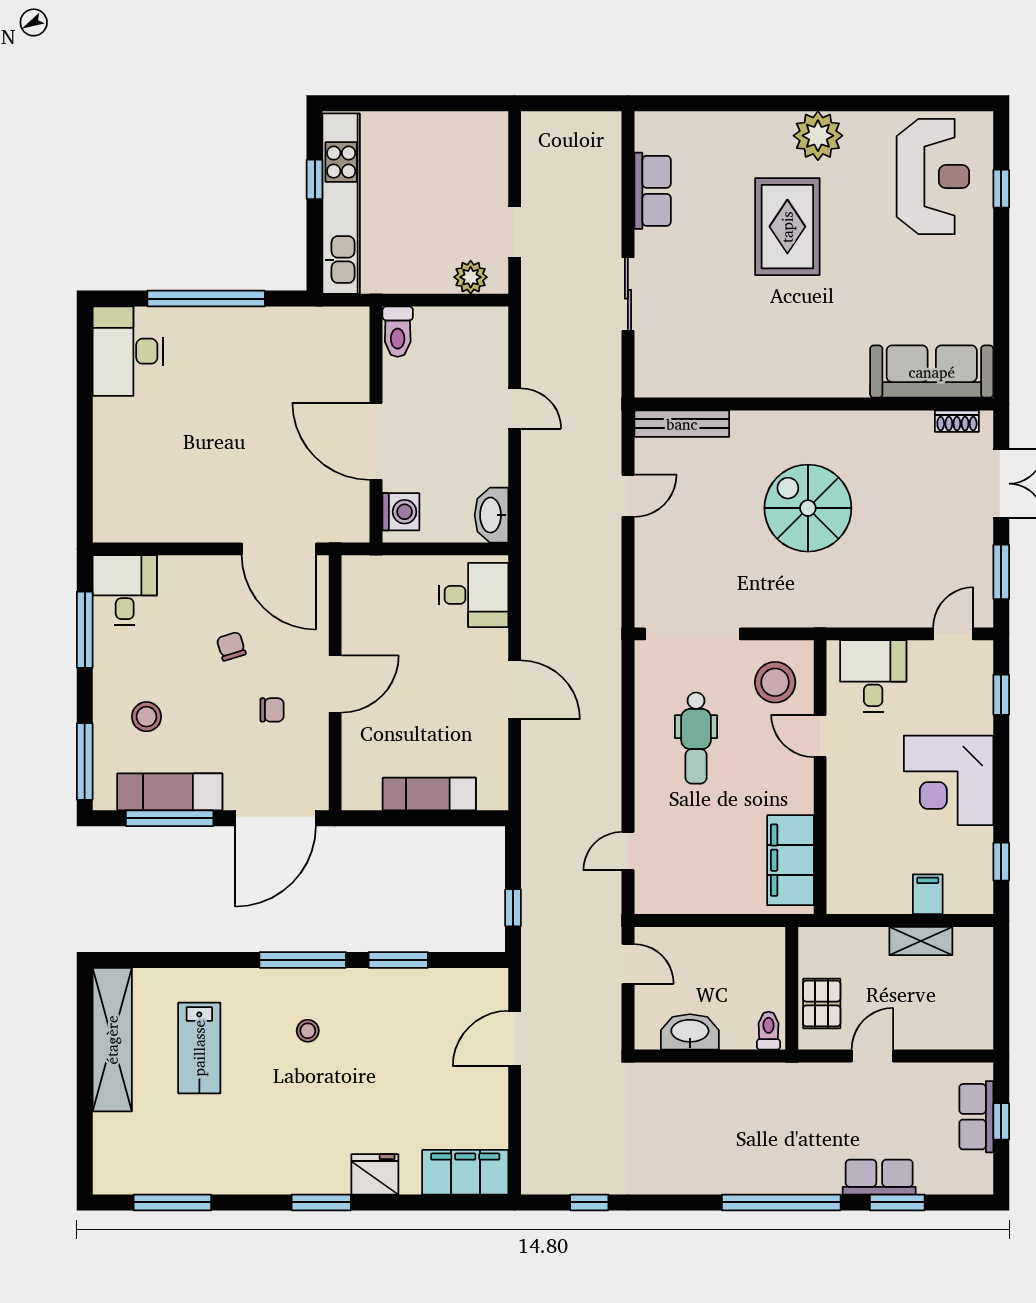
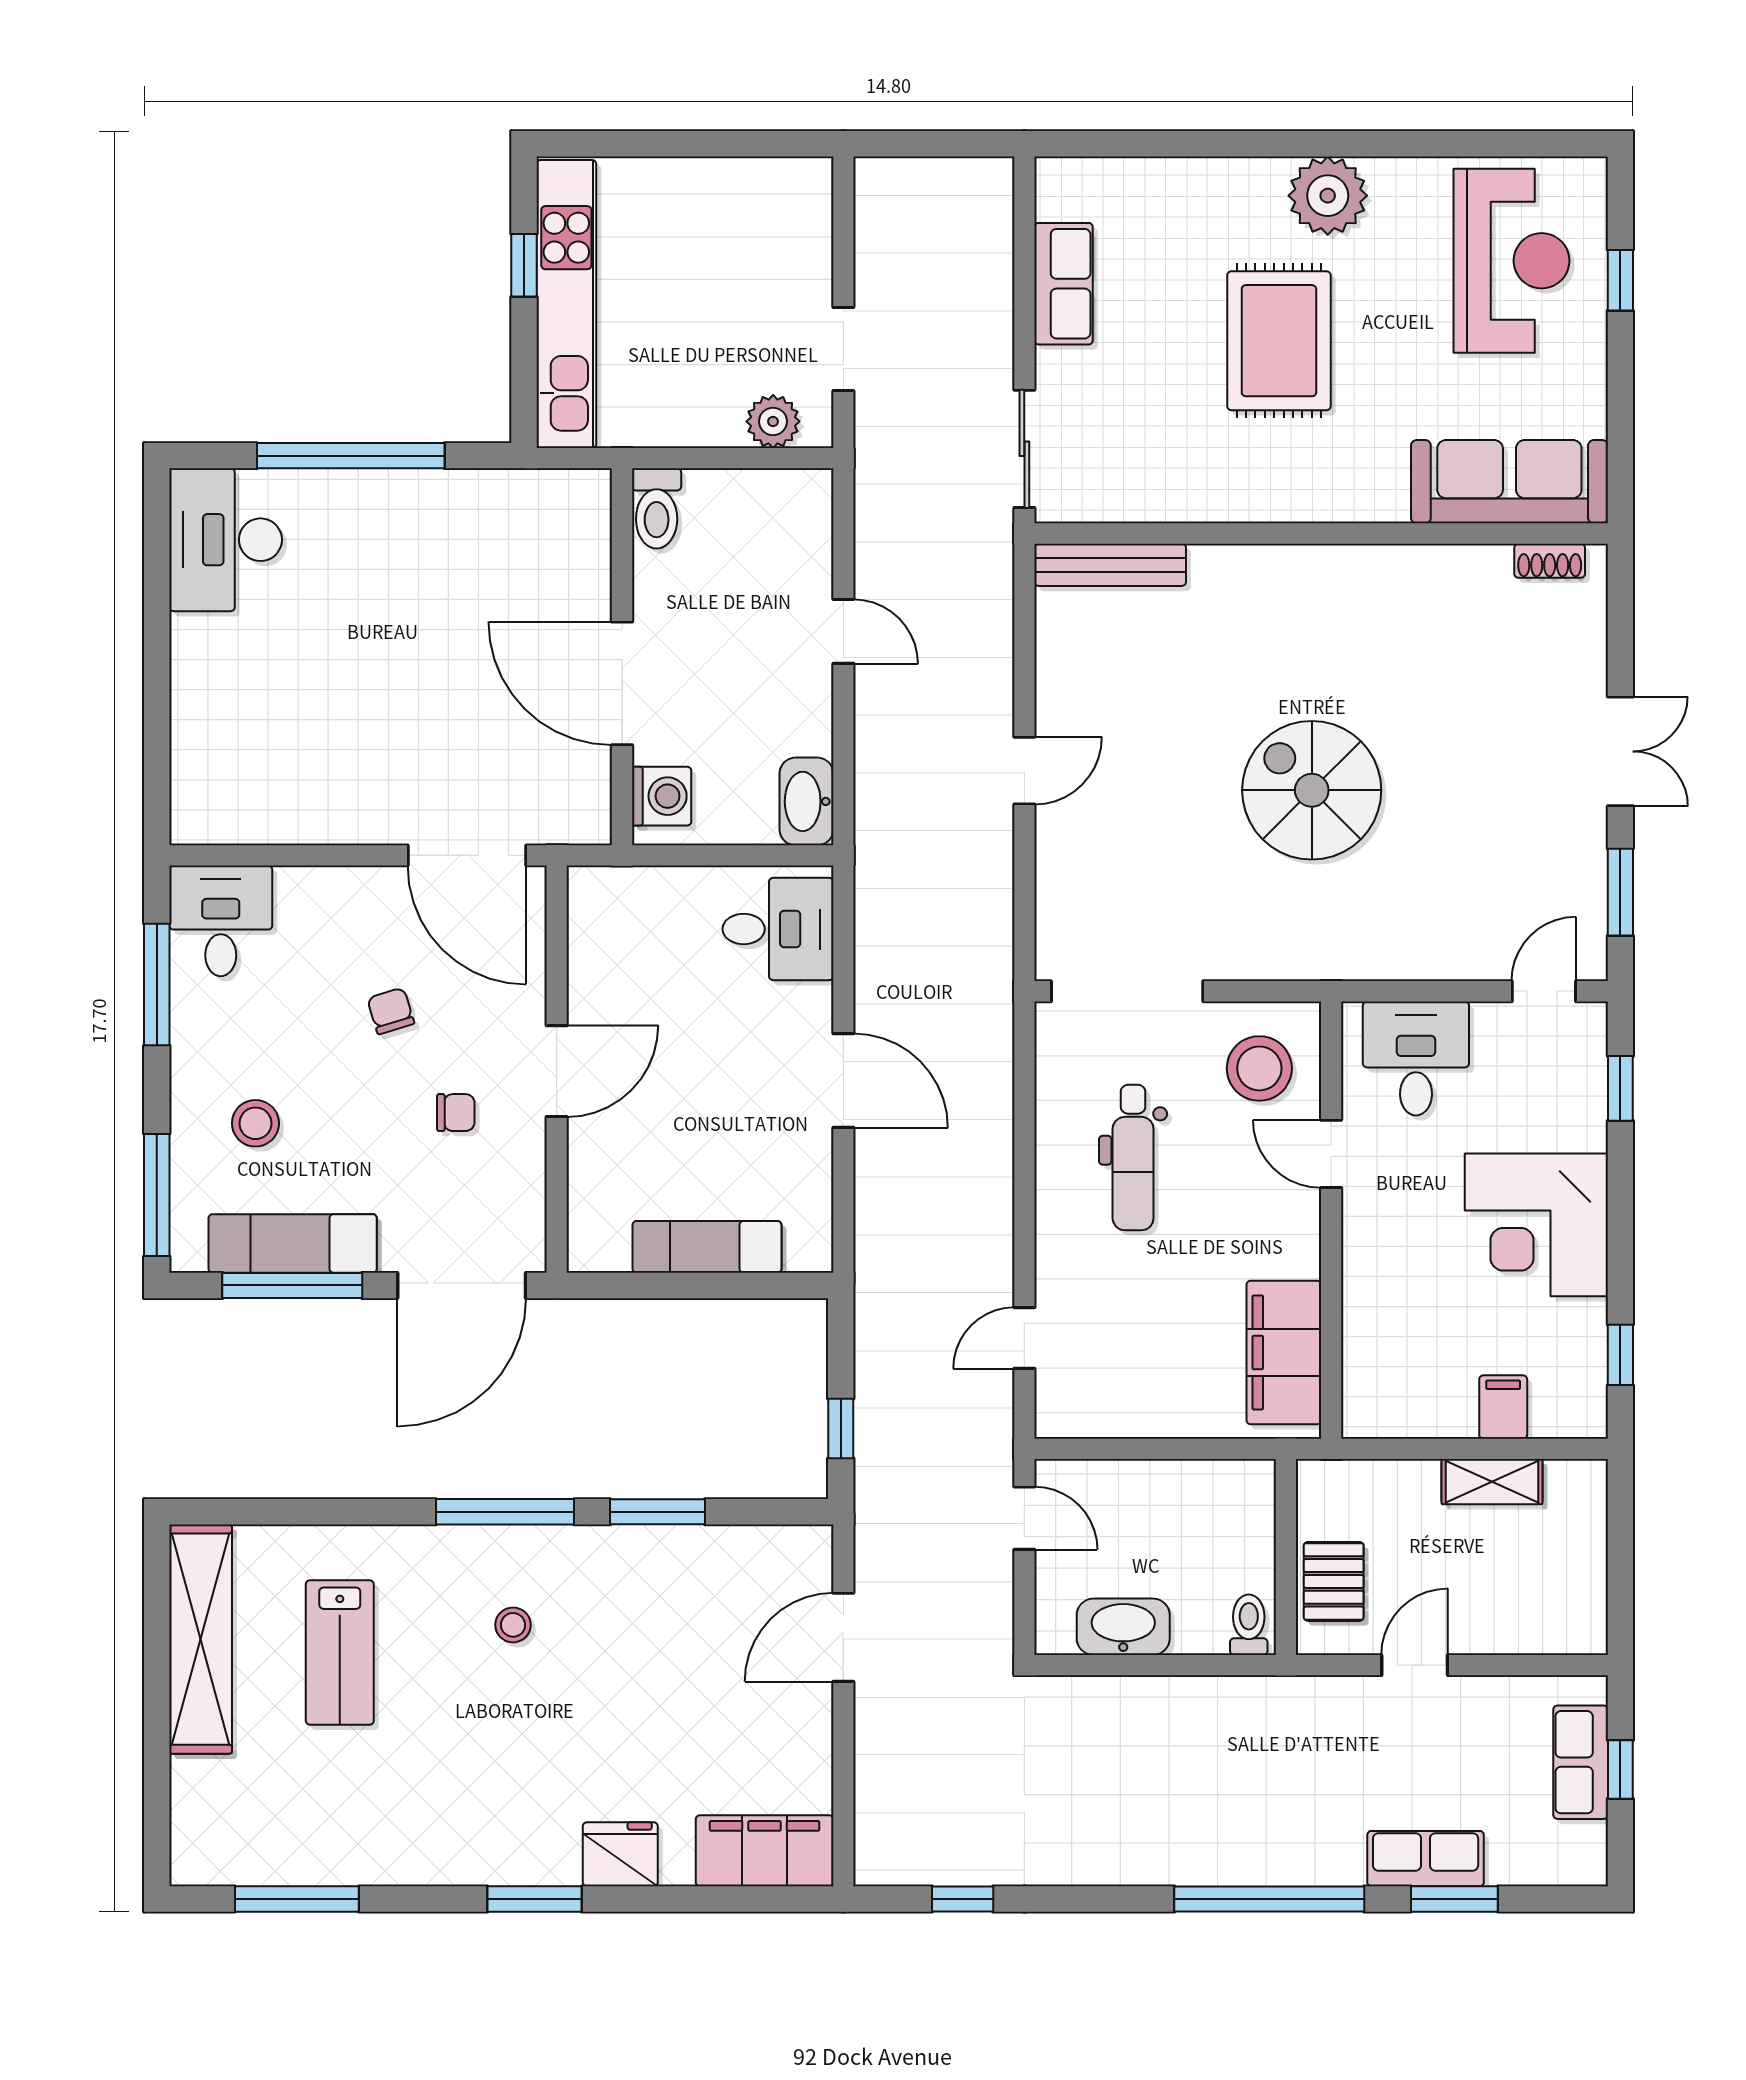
sofa: (932, 372) -> (1509, 482), moved
wall: (814, 404) -> (1321, 534), moved
shoe rack: (957, 421) -> (1550, 561), moved
bench: (682, 424) -> (1110, 565), moved

